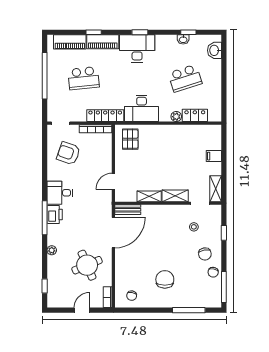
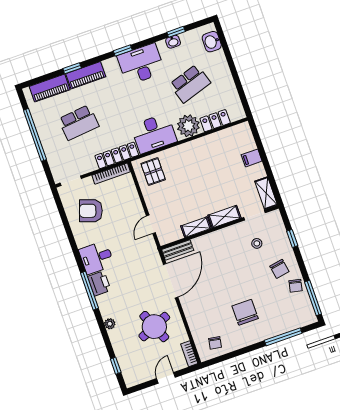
desk: (137, 49) -> (141, 64), moved
plant: (176, 117) -> (188, 126), width x1.88, depth x1.88

